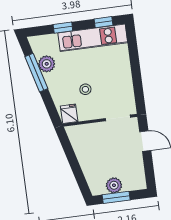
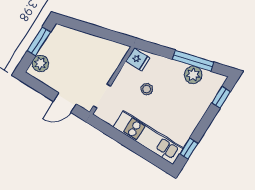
window: (63, 28) -> (221, 97), moved
kitchen unit: (93, 38) -> (148, 138), moved, turned 90
plant: (114, 185) -> (40, 63), moved

